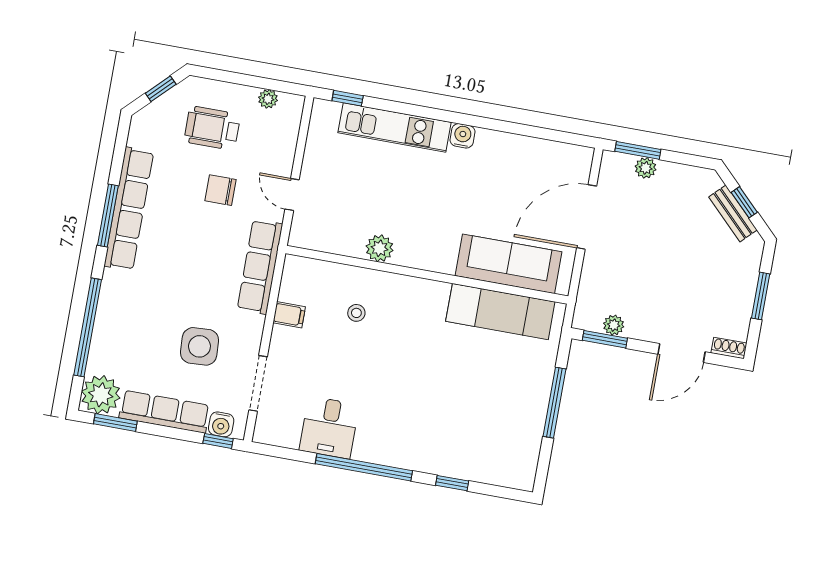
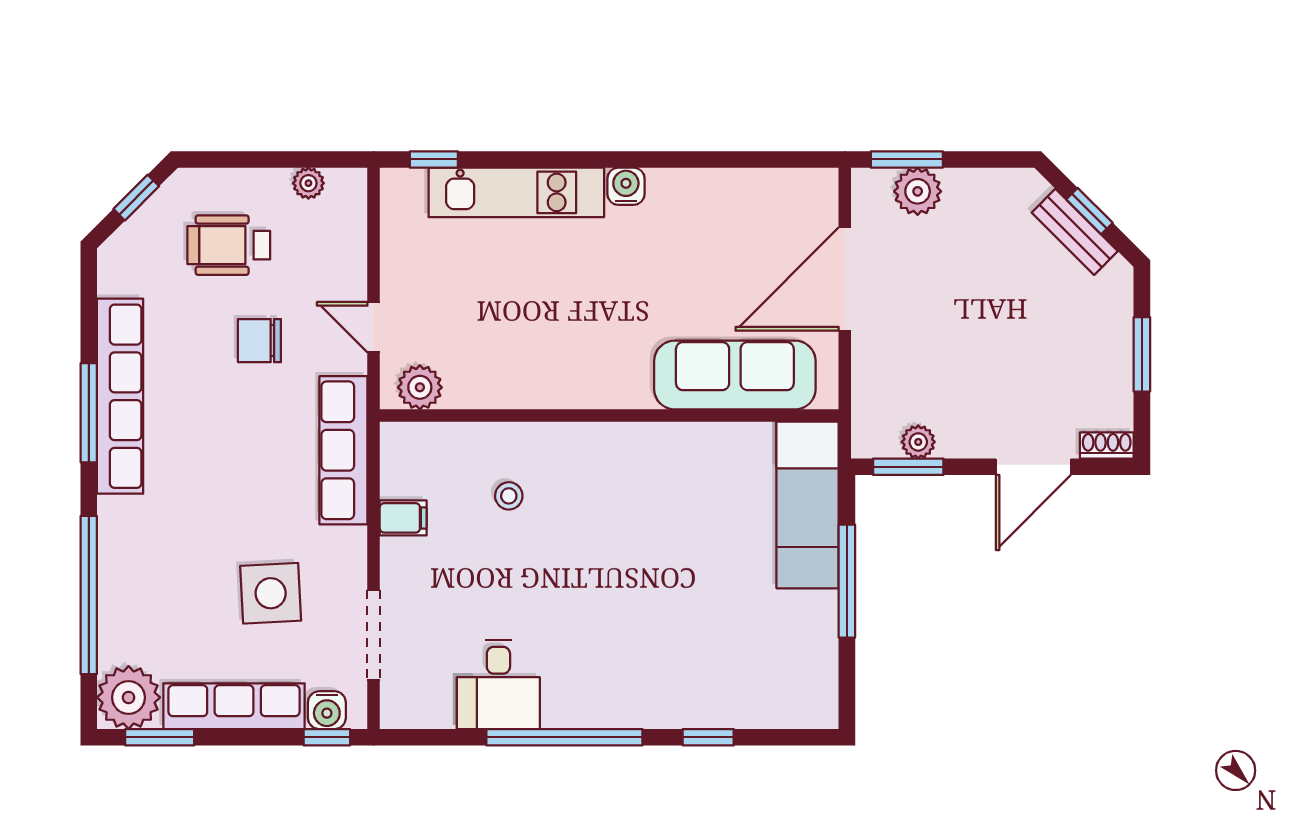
plant: (646, 168) -> (918, 191), width x1.38, depth x1.38
plant: (380, 248) -> (420, 387), moved
exam couch: (500, 312) -> (808, 505), moved, turned 90

